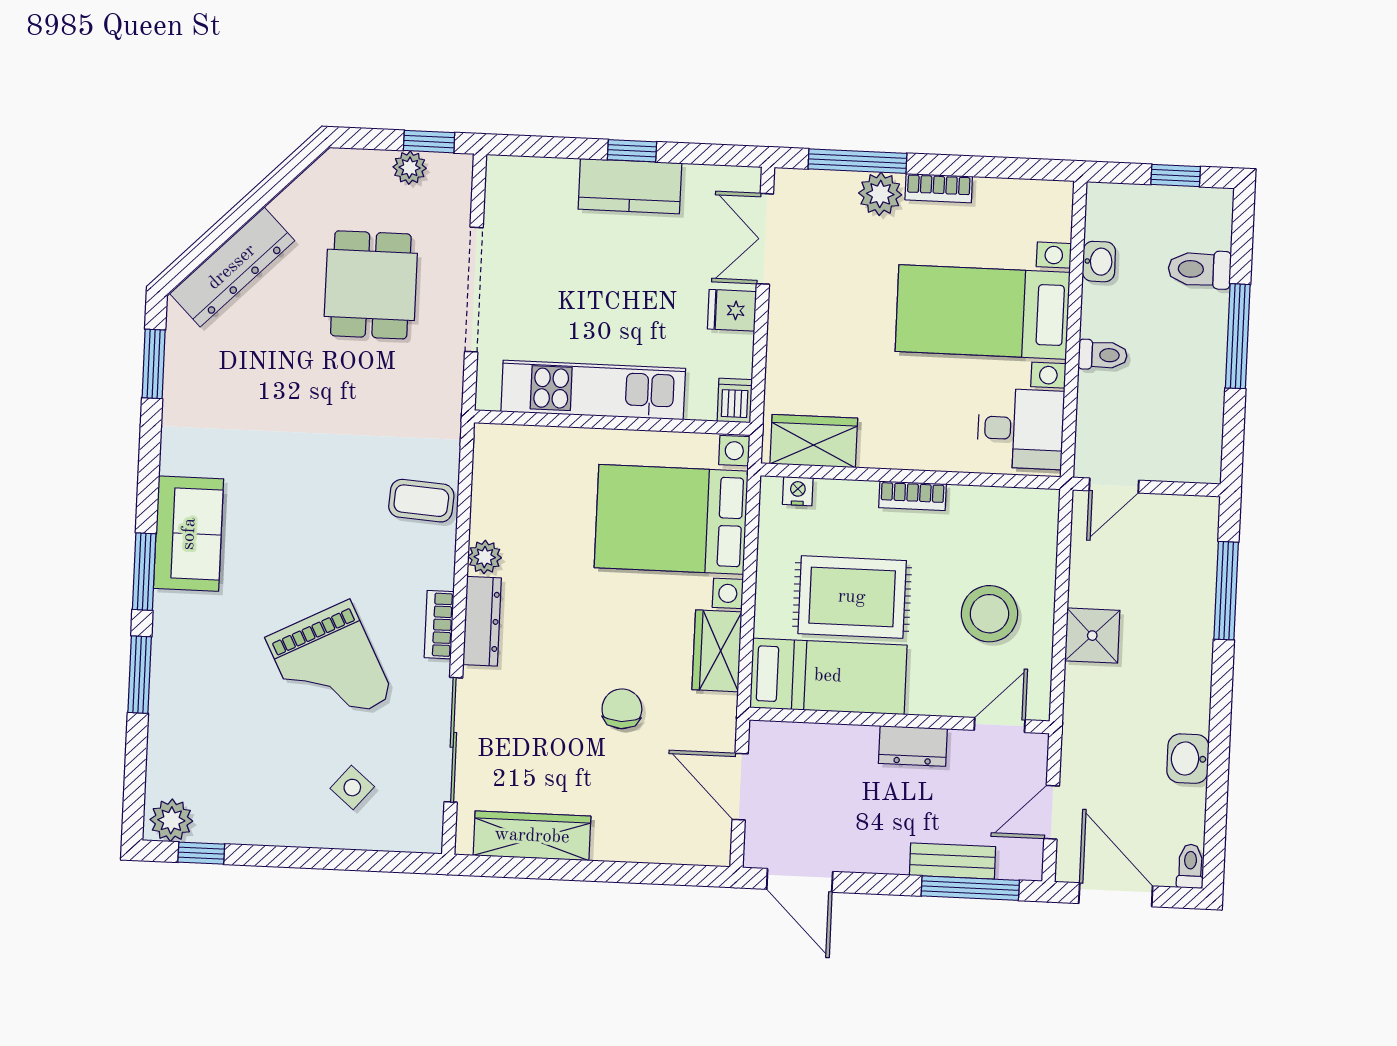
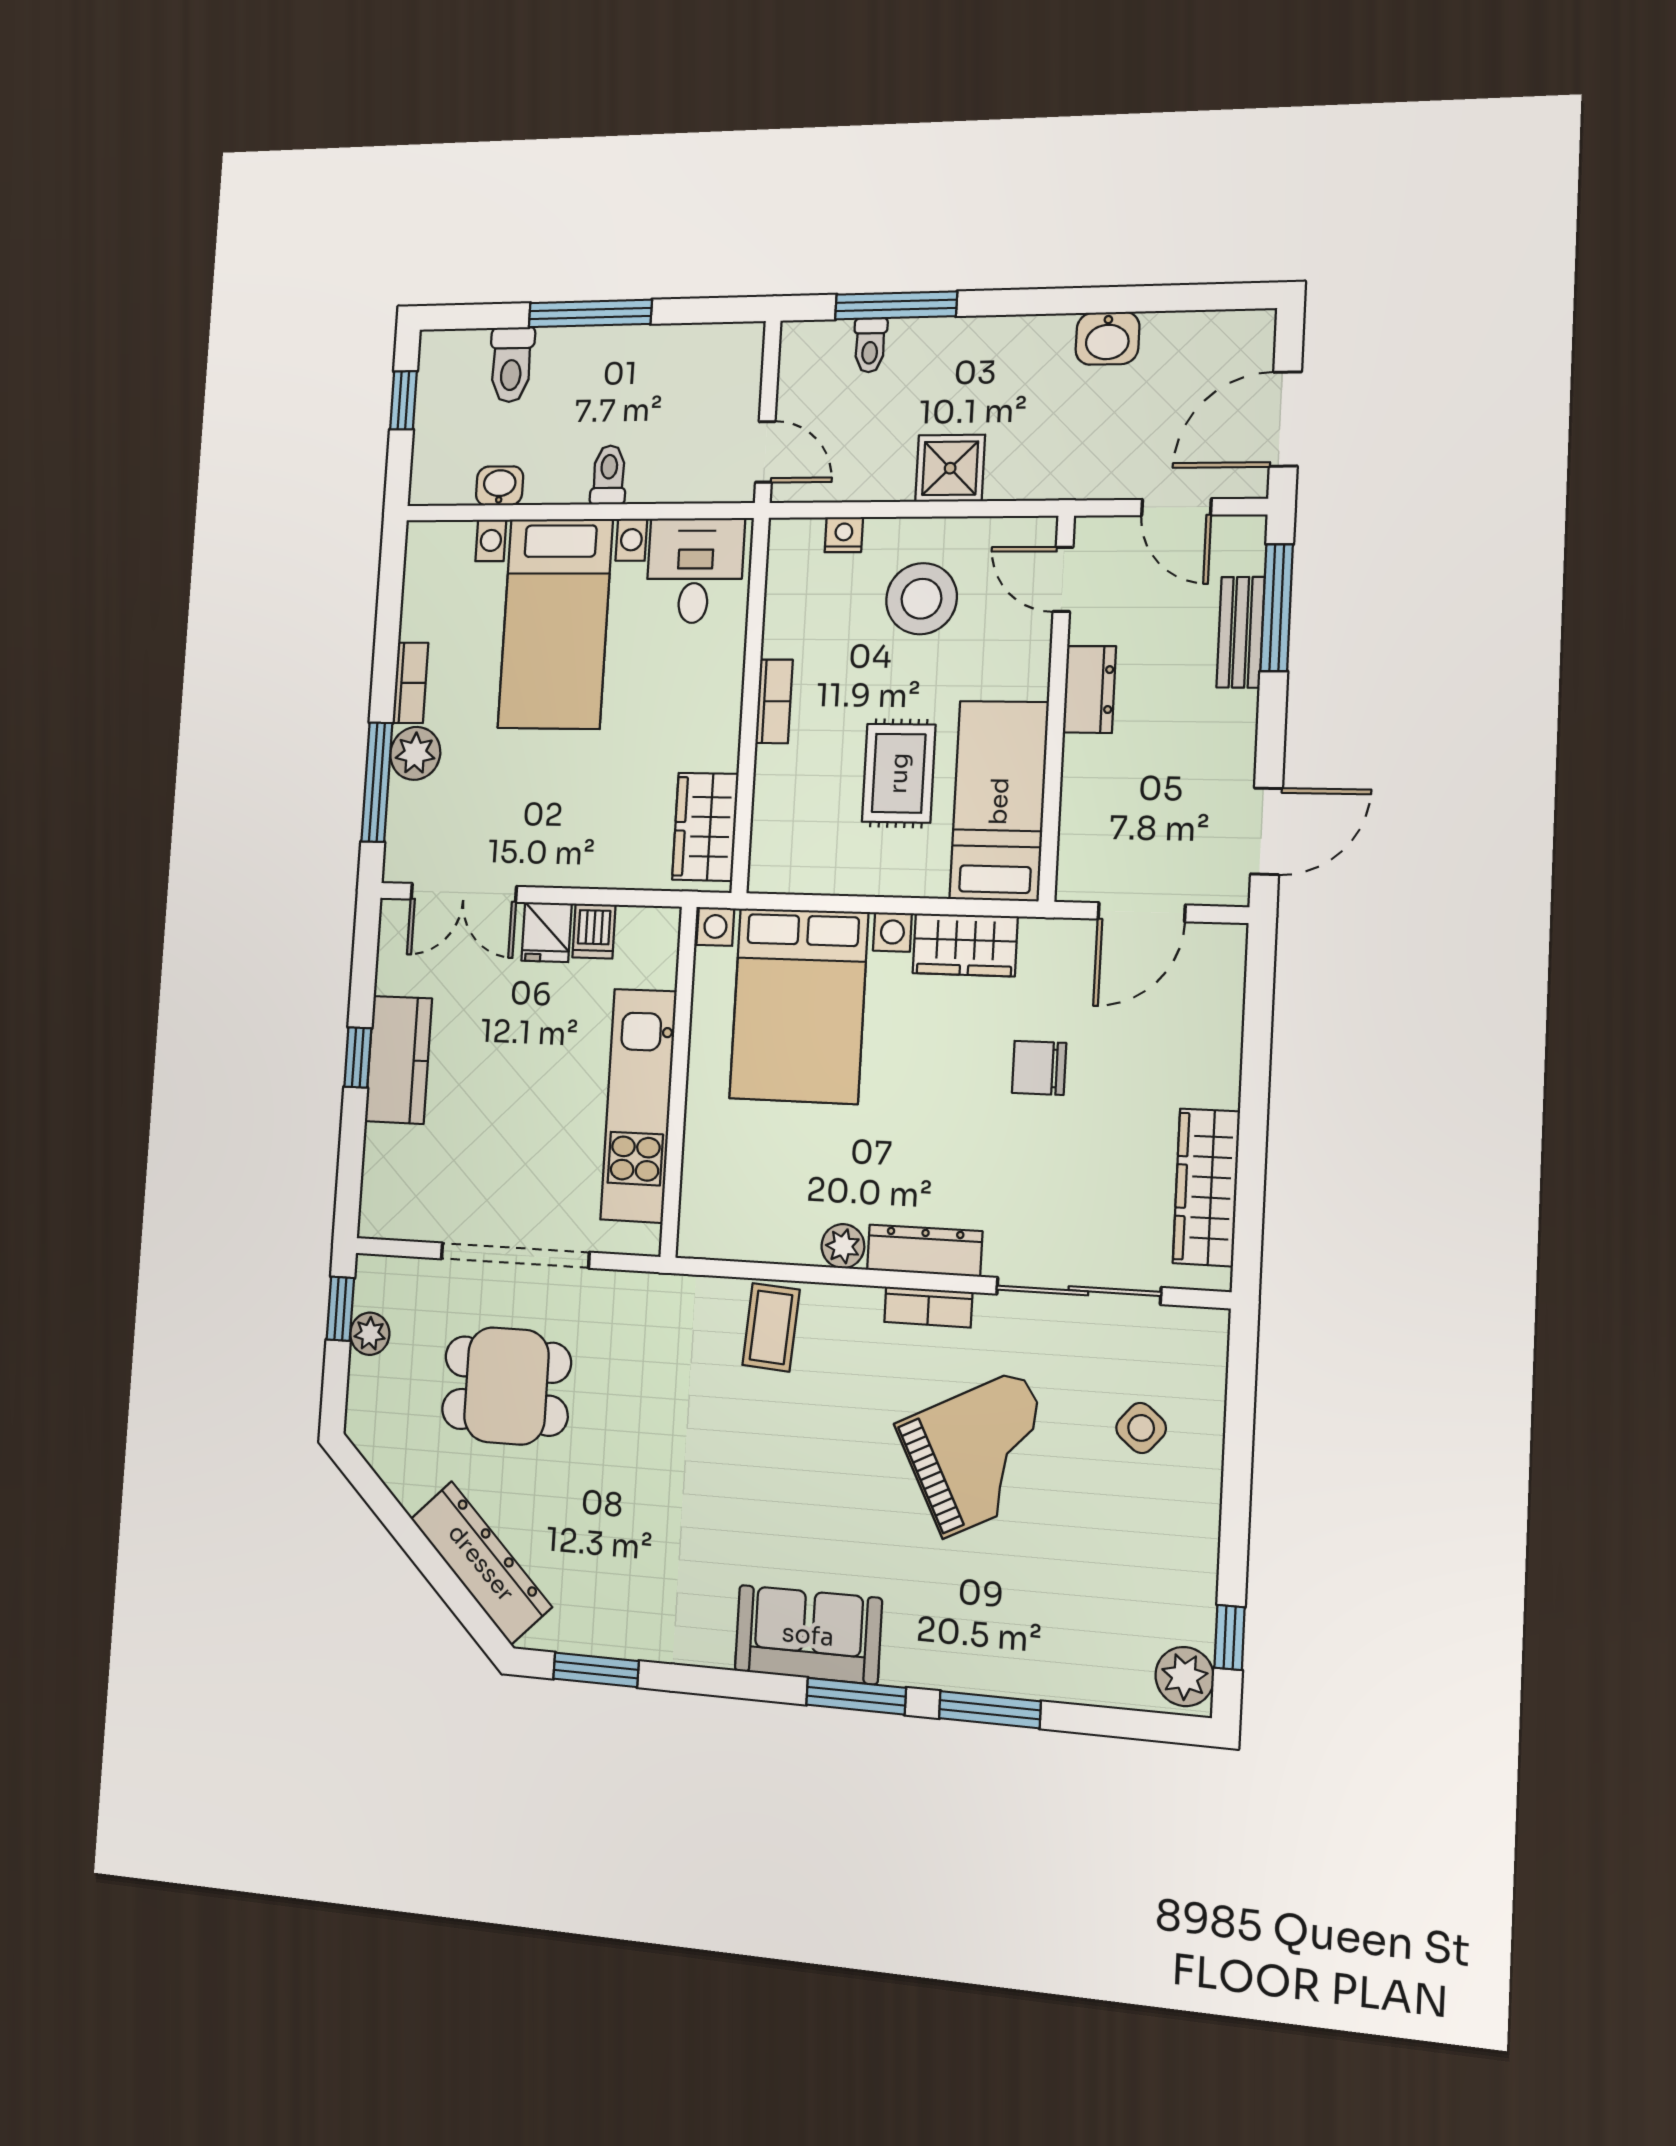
dishwasher: (735, 401) -> (594, 931), moved, turned -90
nightstand: (798, 491) -> (844, 535), moved, turned 90
rug: (852, 597) -> (899, 773), width x0.73, depth x0.70
toilet: (1190, 866) -> (870, 345), moved, turned -90

